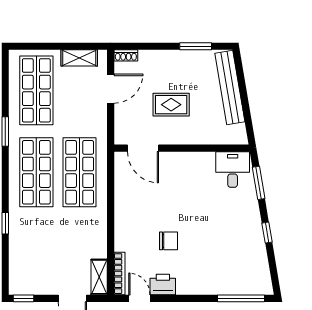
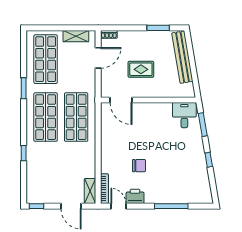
window: (241, 298) -> (171, 206), moved

